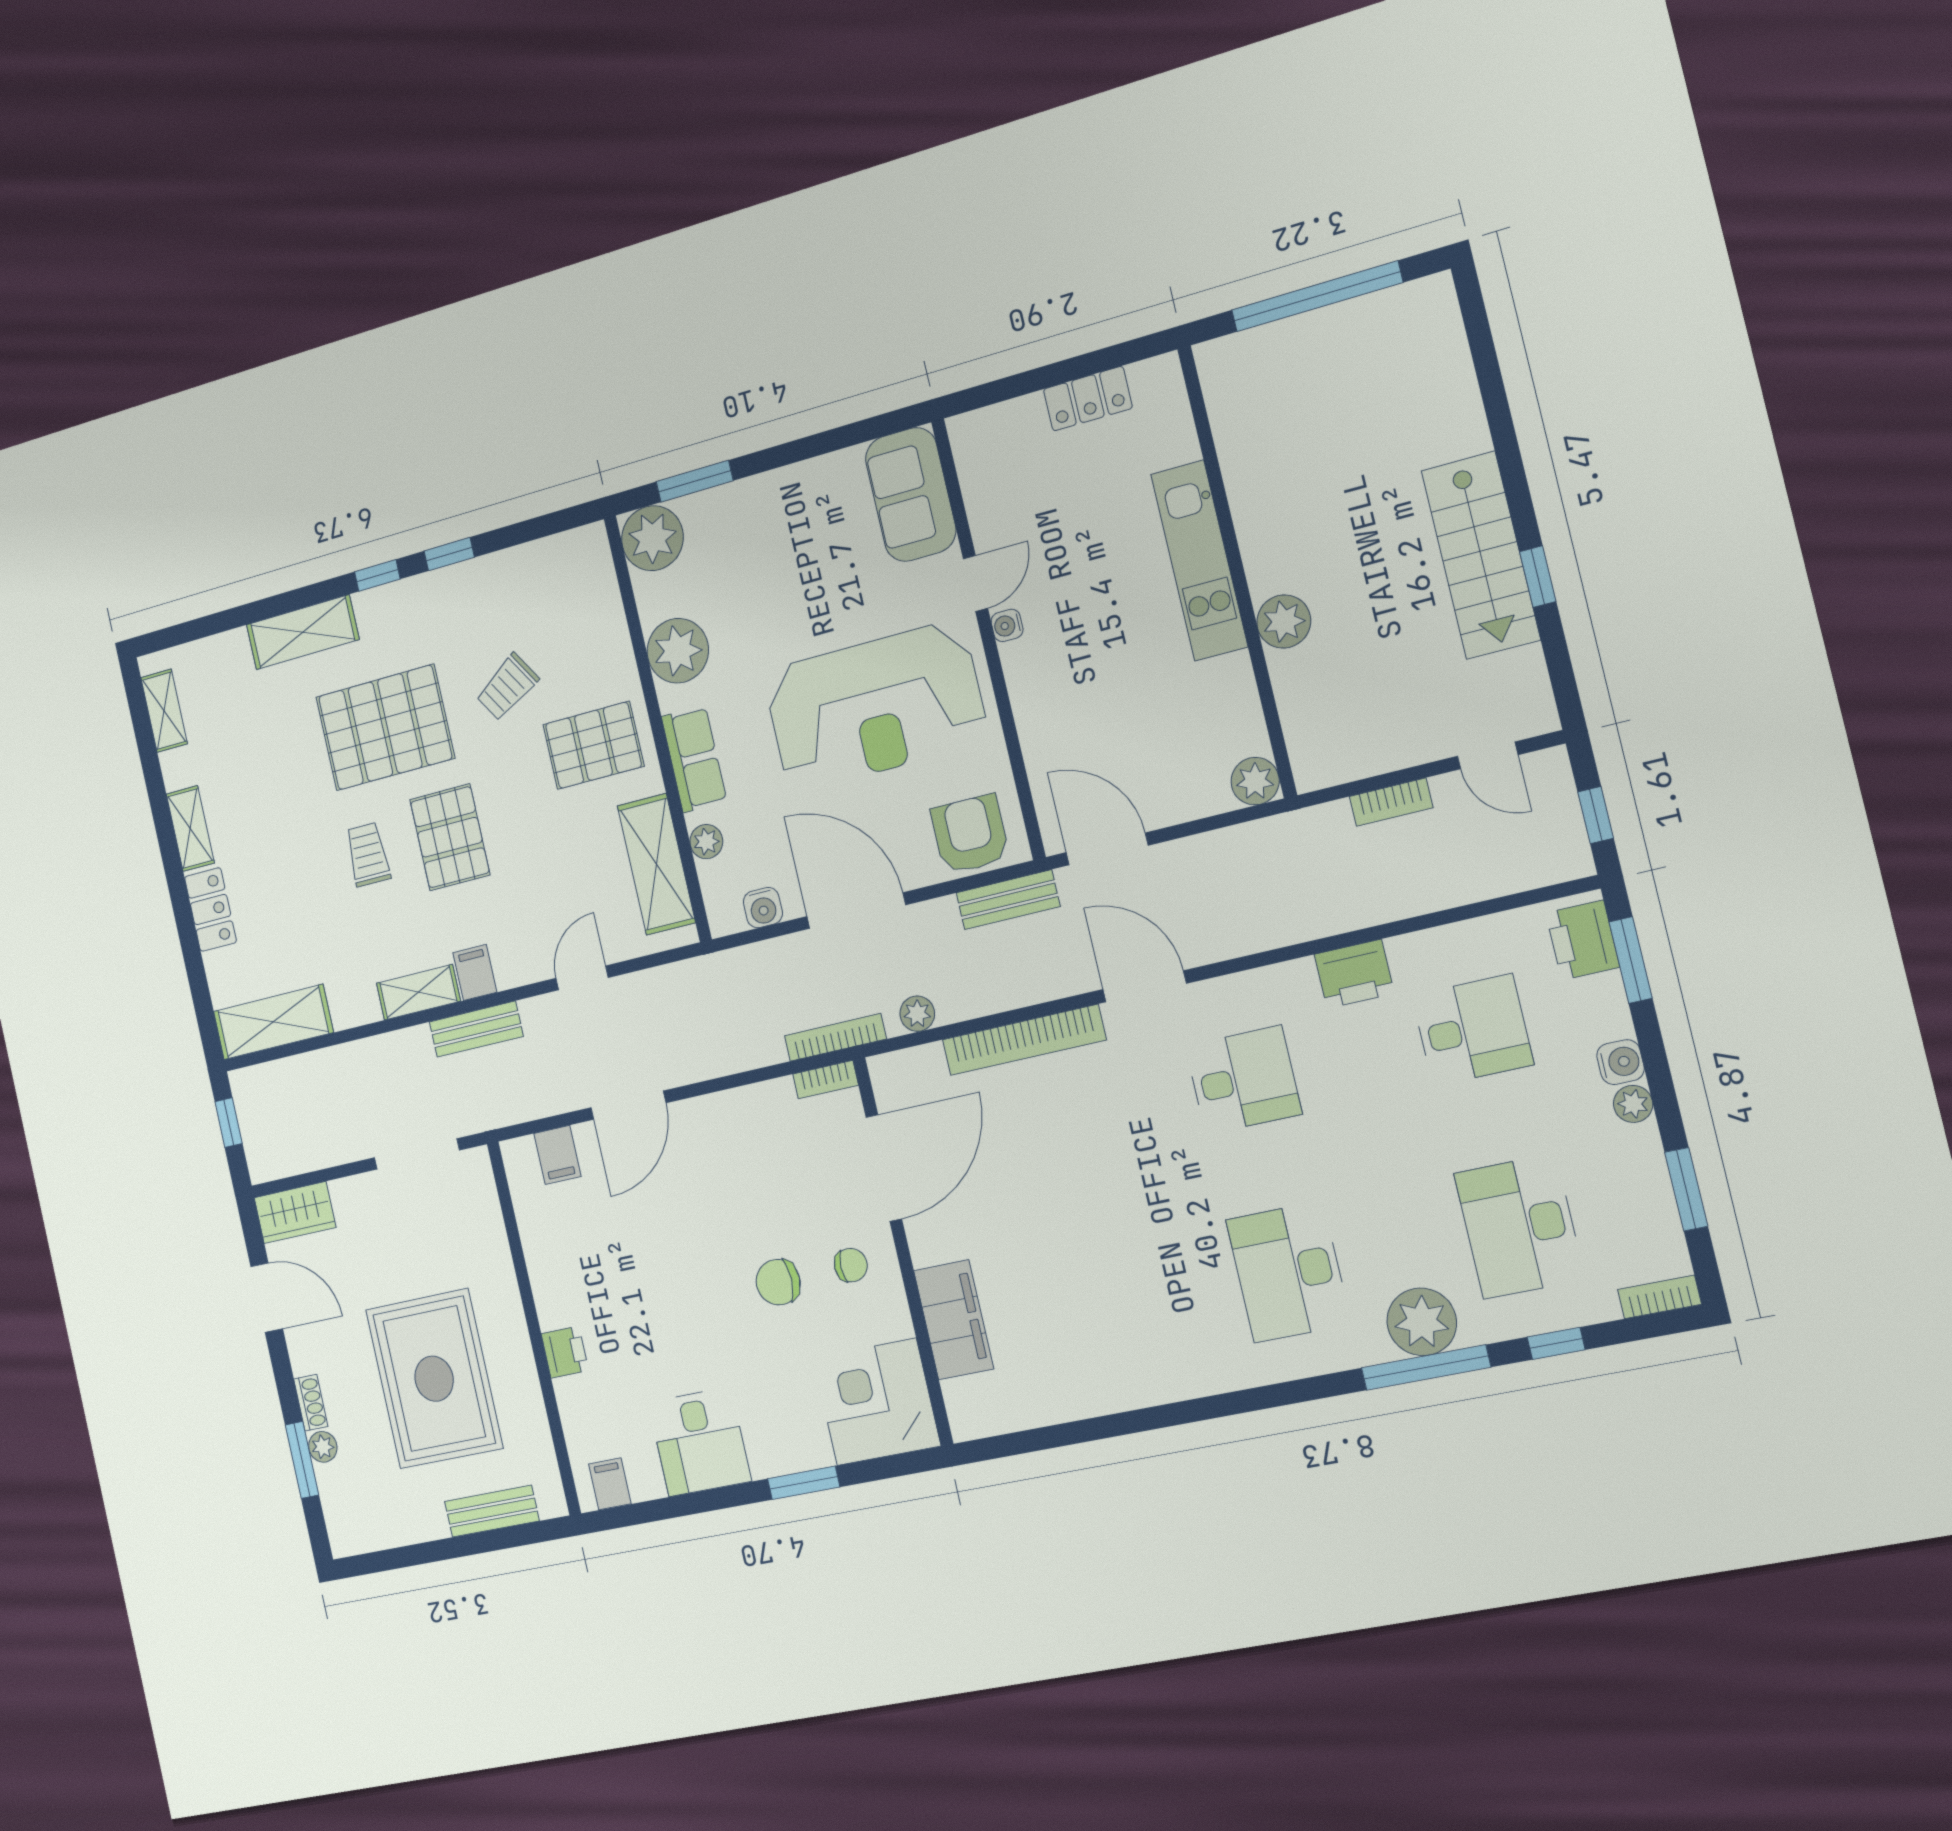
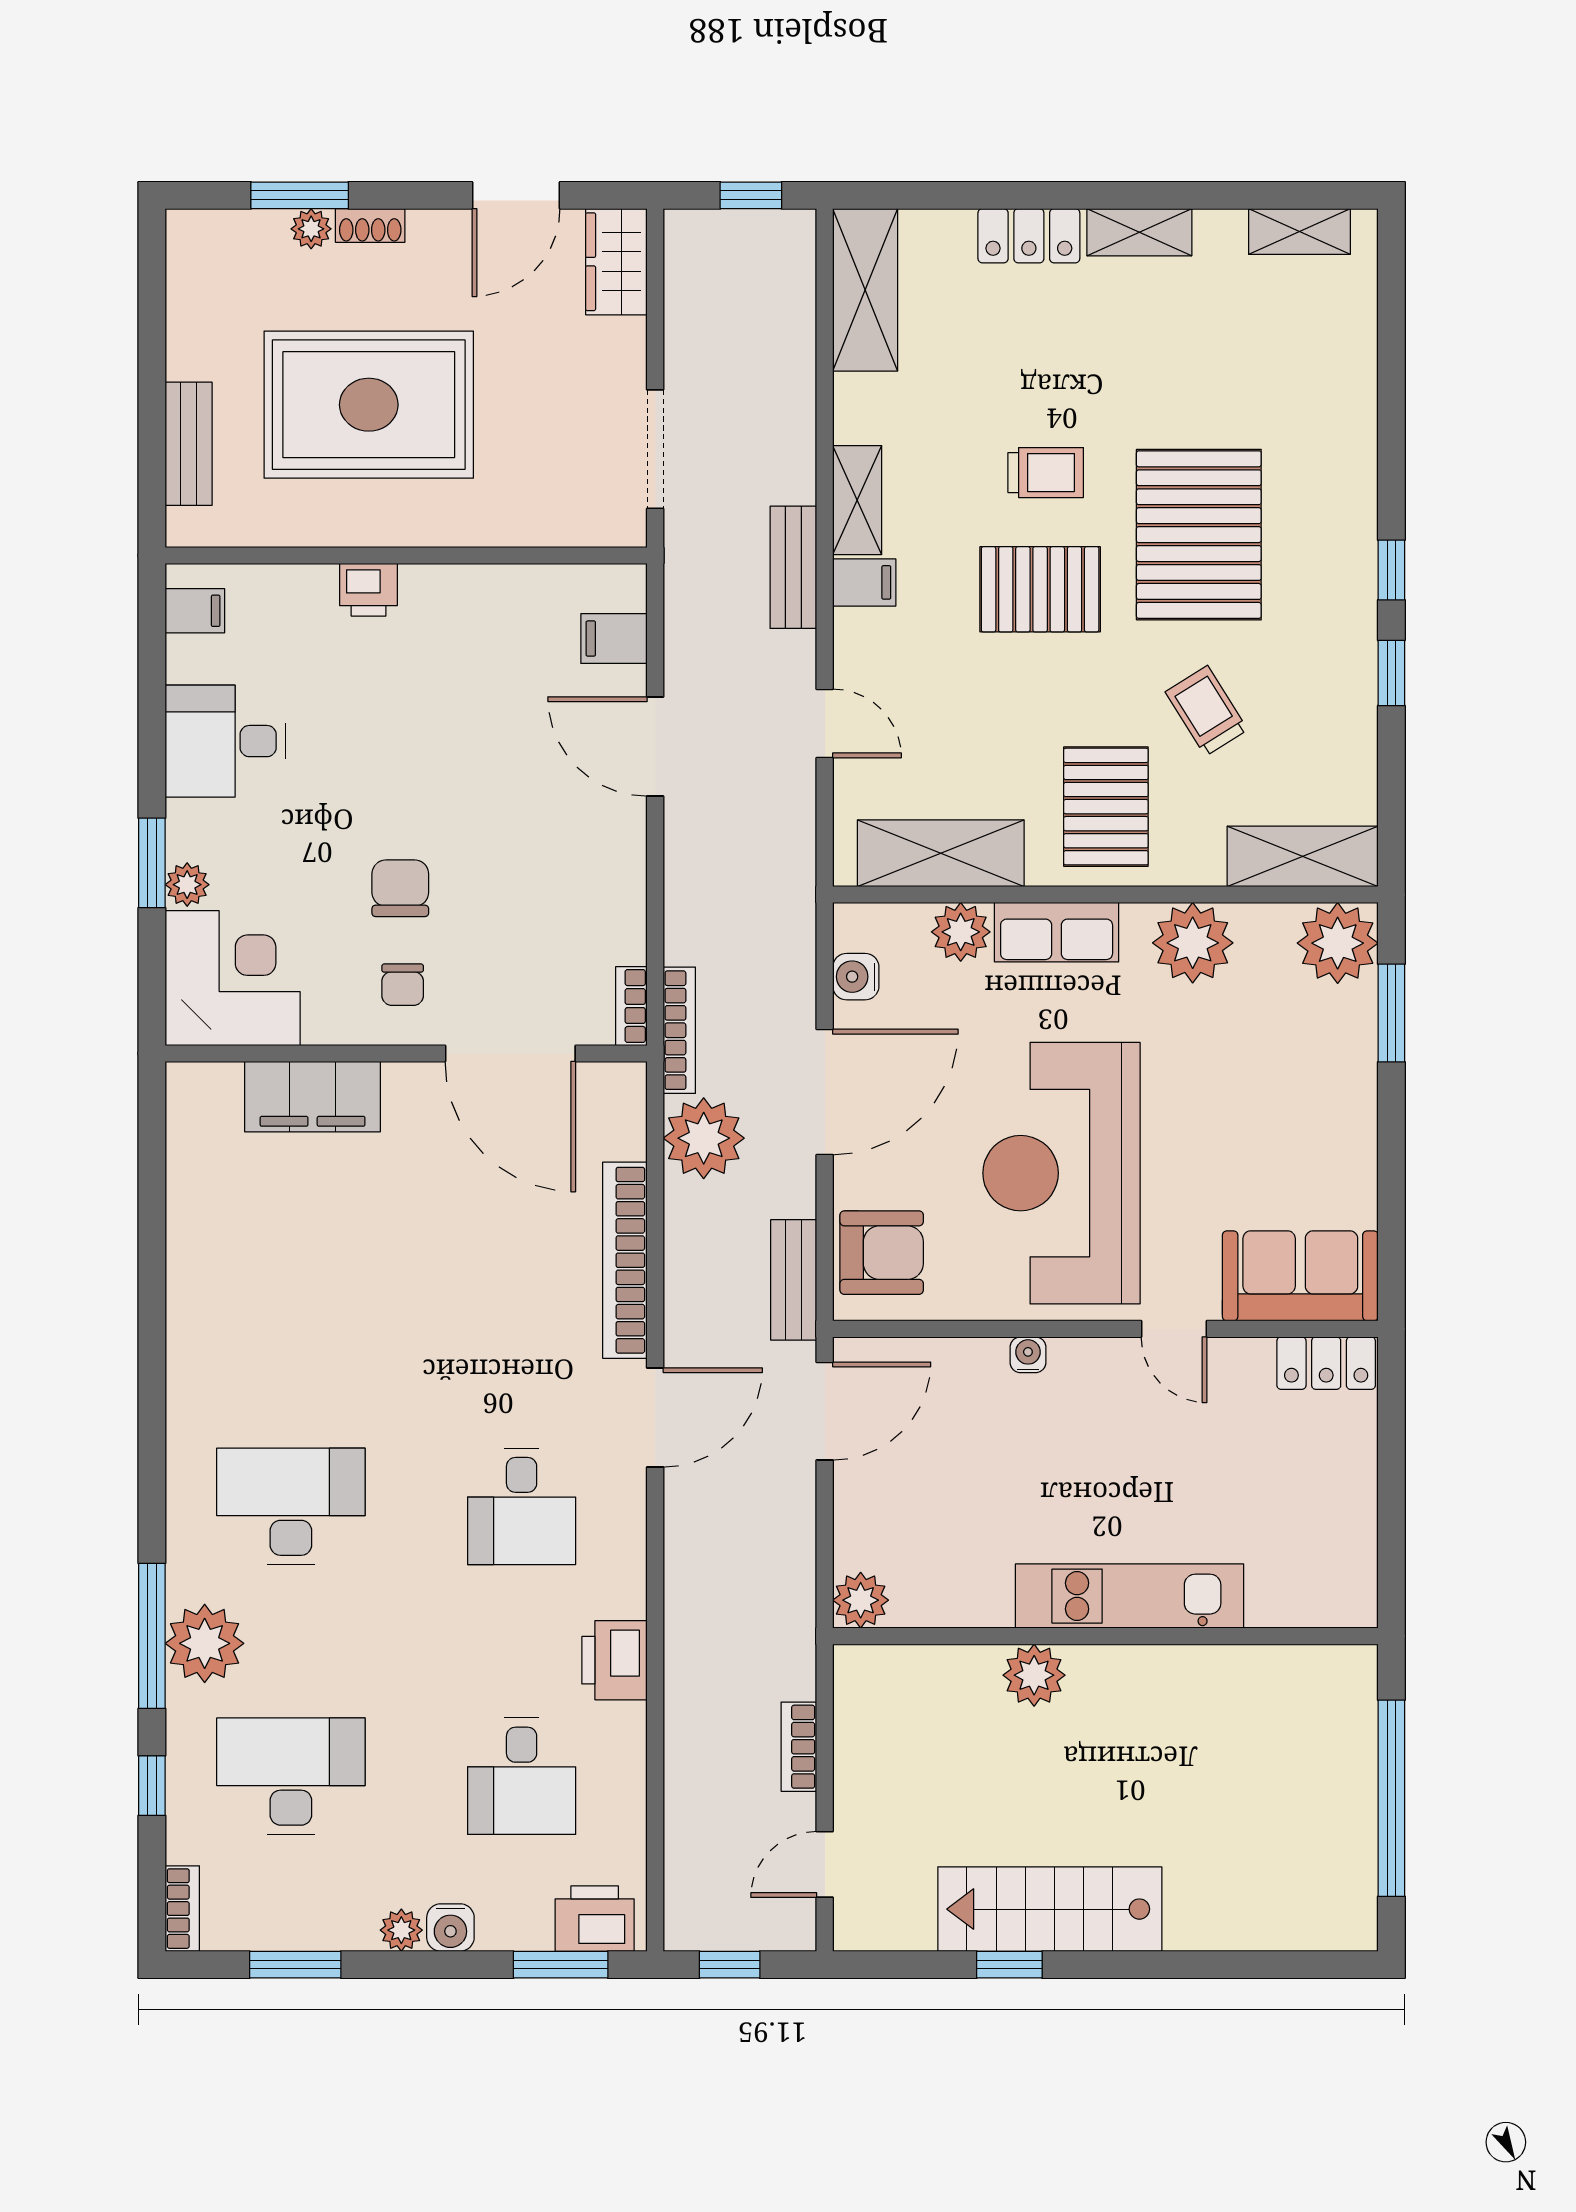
locker: (1088, 399) -> (1326, 1363), moved, turned -90
water cooler: (1007, 625) -> (1028, 1355), moved
shelving: (303, 632) -> (1303, 856), moved, turned 90
plant: (706, 842) -> (961, 932), width x1.38, depth x1.38
plant: (917, 1014) -> (704, 1138), width x1.87, depth x1.87
plant: (814, 1452) -> (187, 885), added

